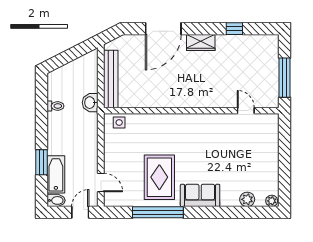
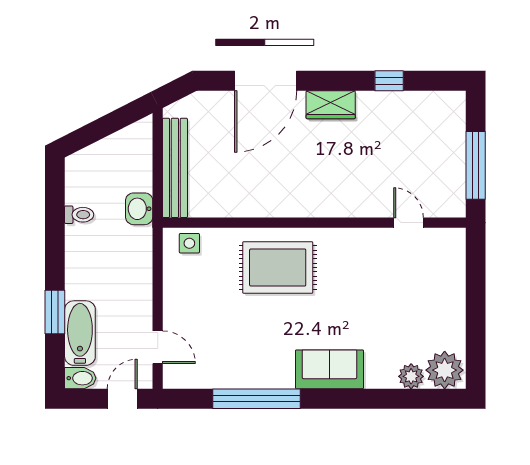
rug: (159, 177) -> (278, 268), moved, turned 90
plant: (272, 201) -> (445, 370), width x1.87, depth x1.87

